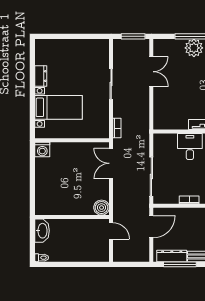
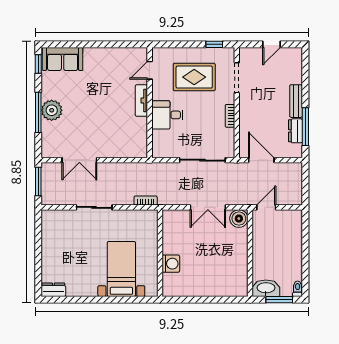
double door: (151, 72) -> (79, 160), swing flipped
dresser: (41, 76) -> (53, 290), moved
washing machine: (42, 150) -> (171, 264), moved
double door: (111, 163) -> (208, 207), moved
window: (32, 242) -> (279, 300), added
dresser: (172, 256) -> (296, 131), width x0.70

